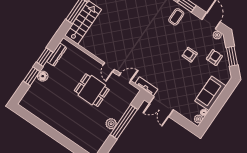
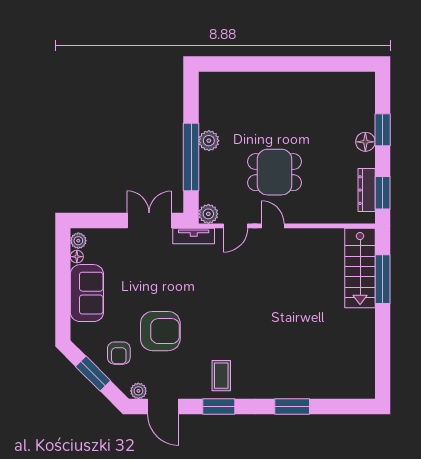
armchair: (190, 55) -> (160, 331), width x1.88, depth x1.88
window: (45, 57) -> (383, 193), moved
plant: (133, 92) -> (208, 214), added

